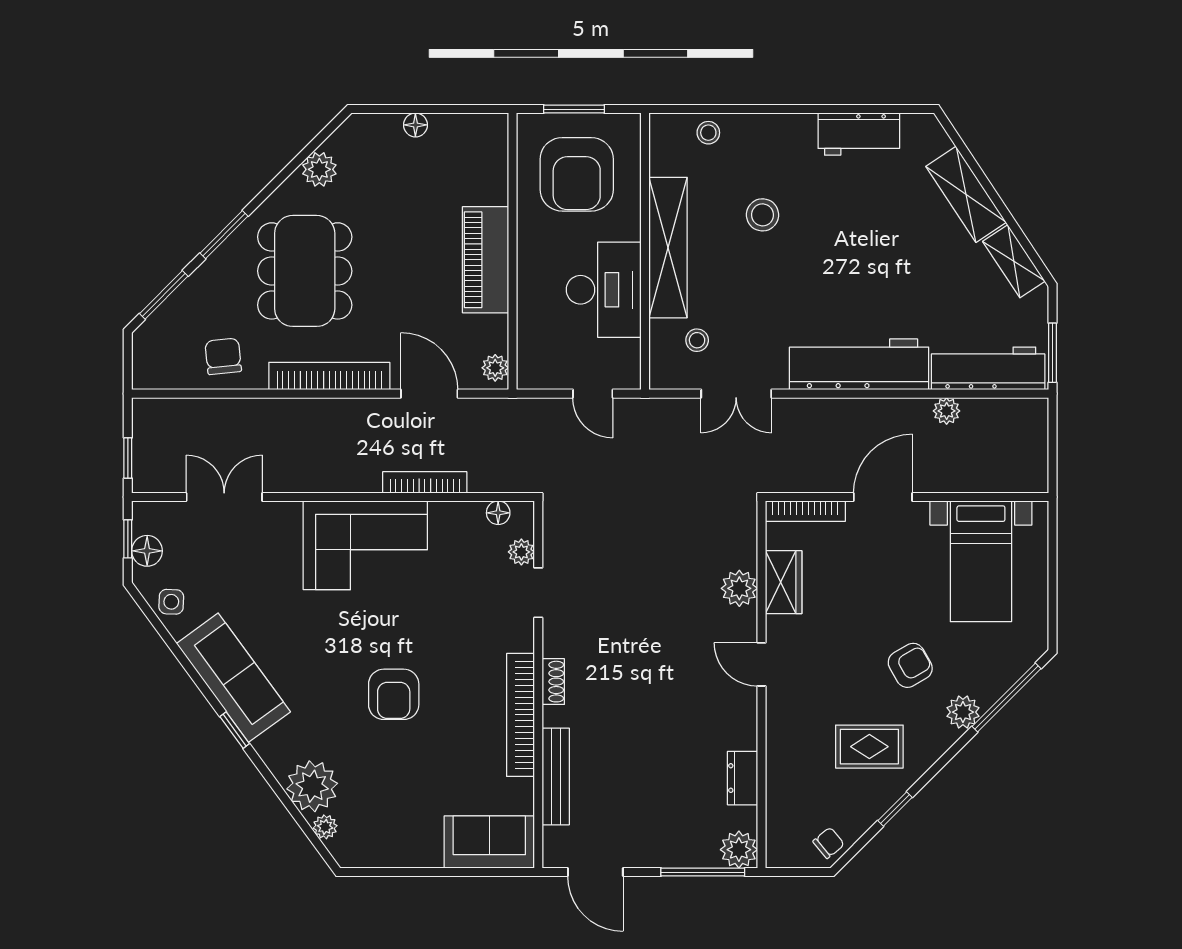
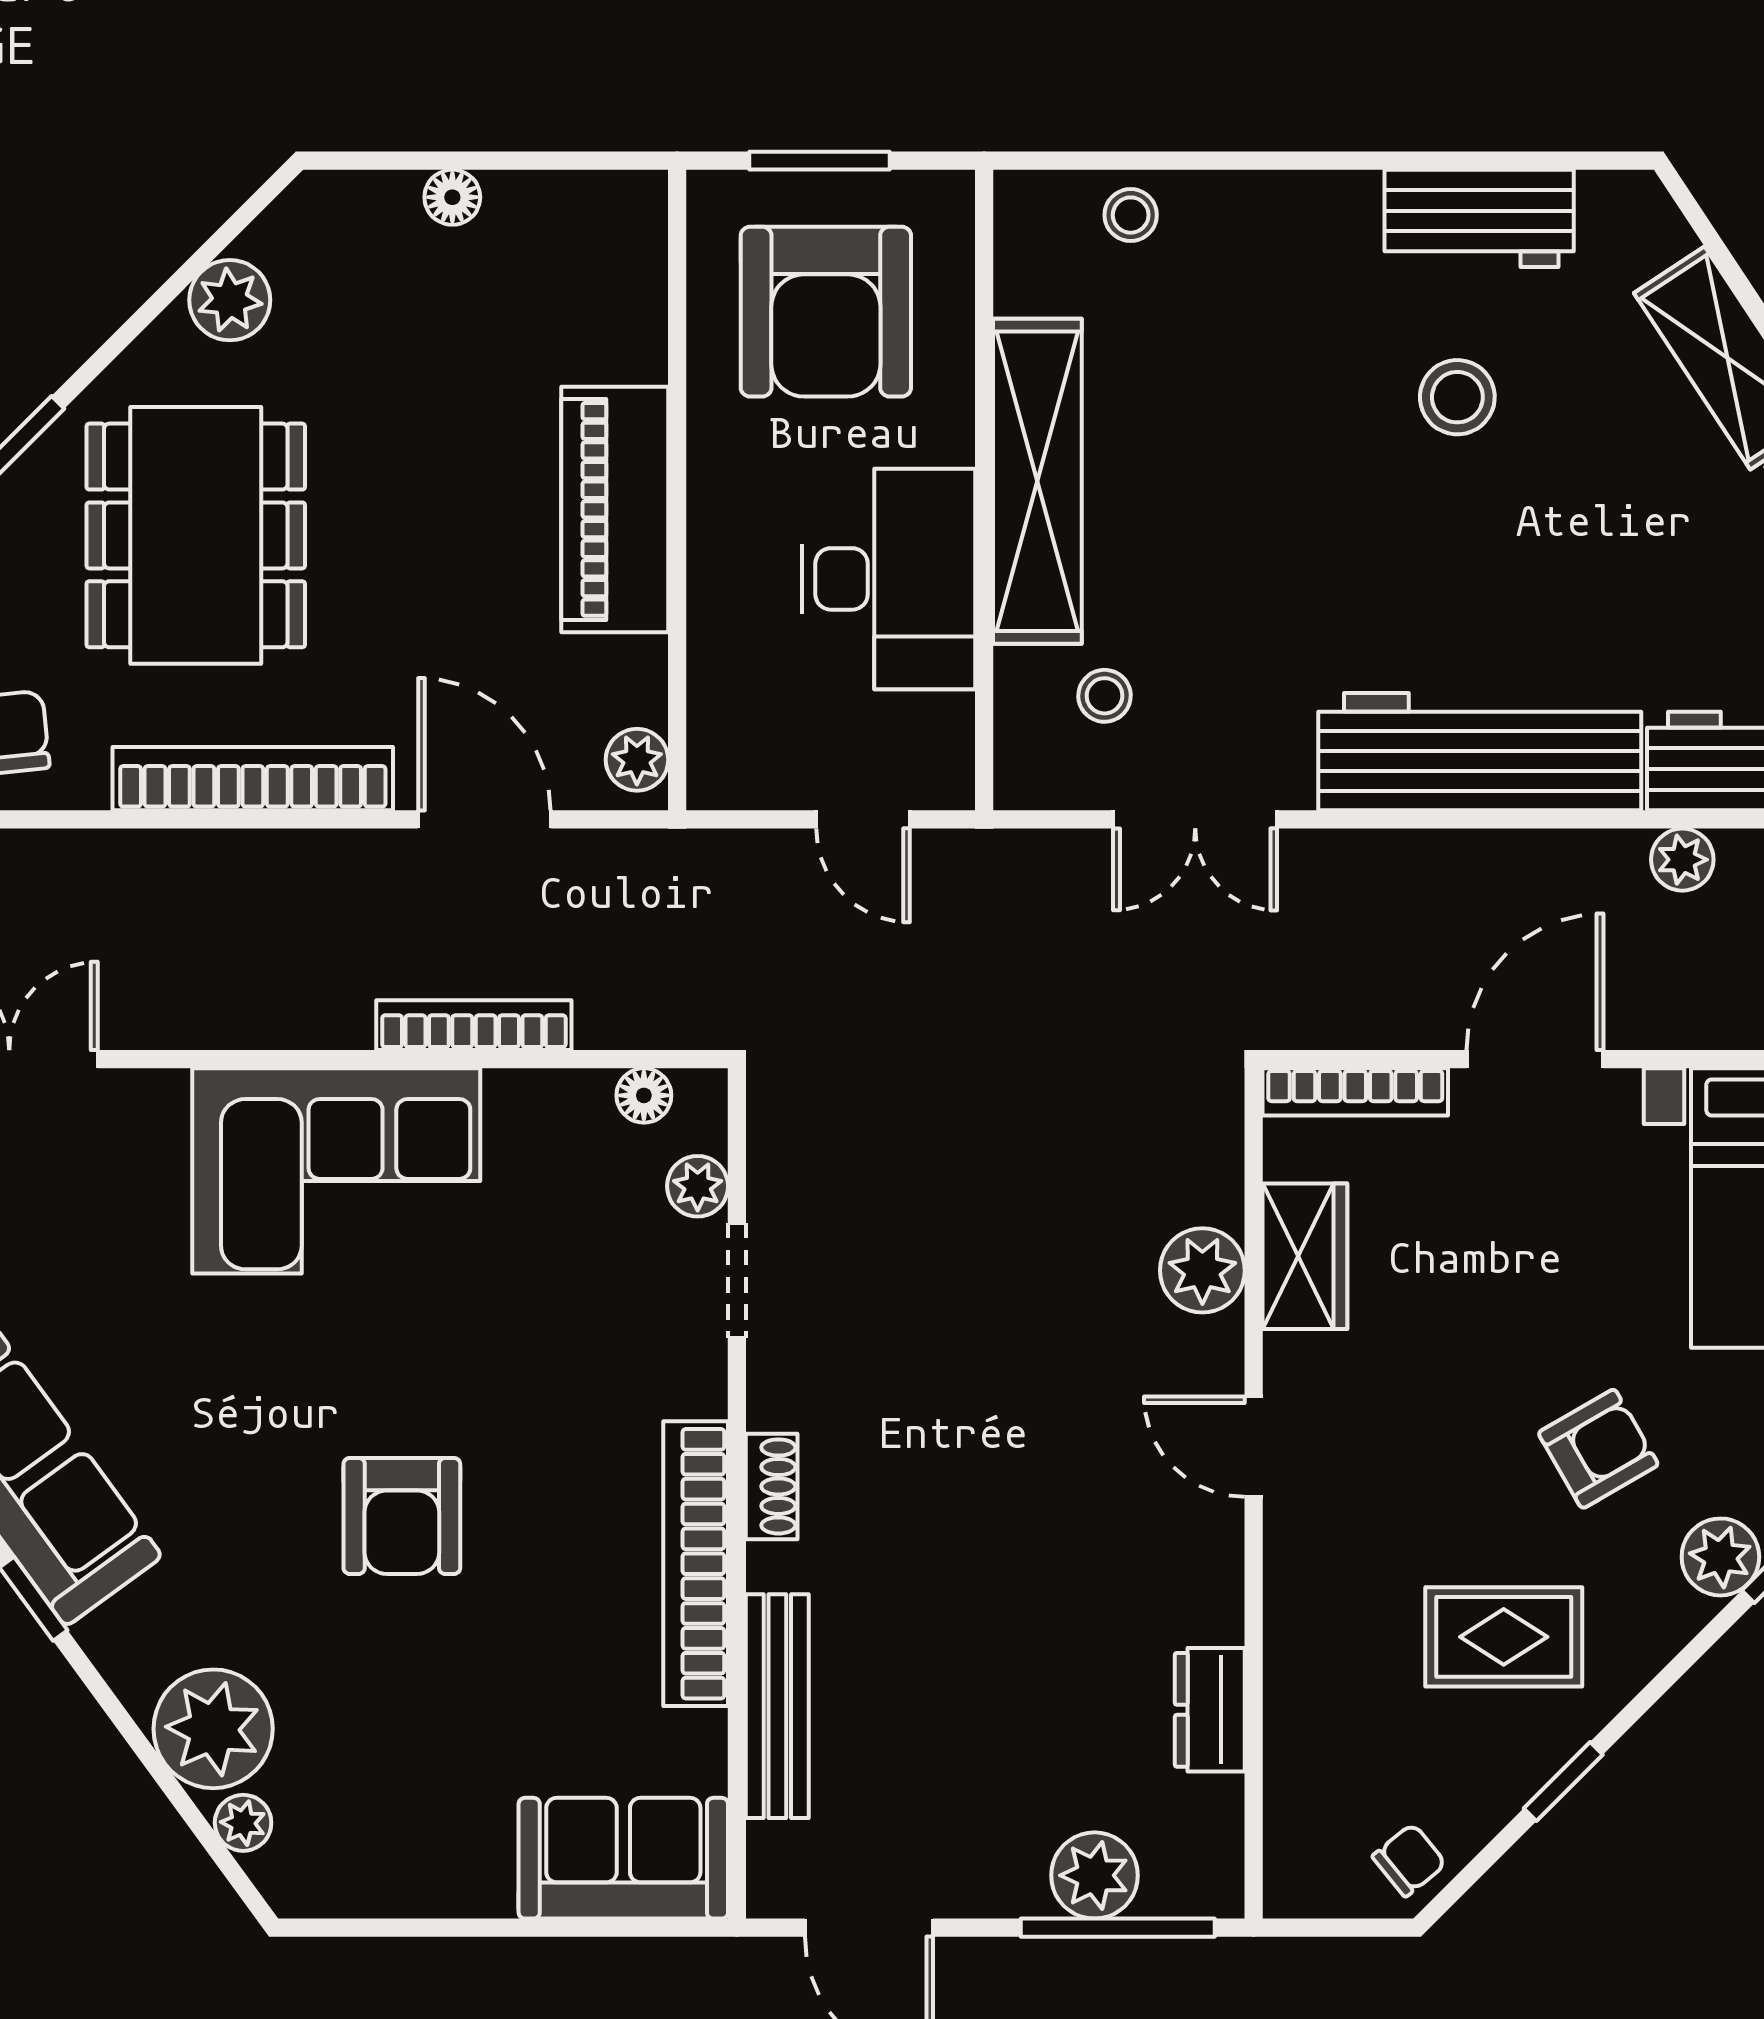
stool: (763, 215) -> (1457, 397), moved
plant: (739, 850) -> (1095, 1875), moved

